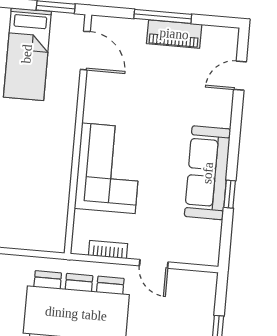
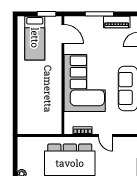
piano: (174, 34) -> (117, 22), moved
corner sofa: (108, 168) -> (85, 83), width x1.36, depth x1.36

